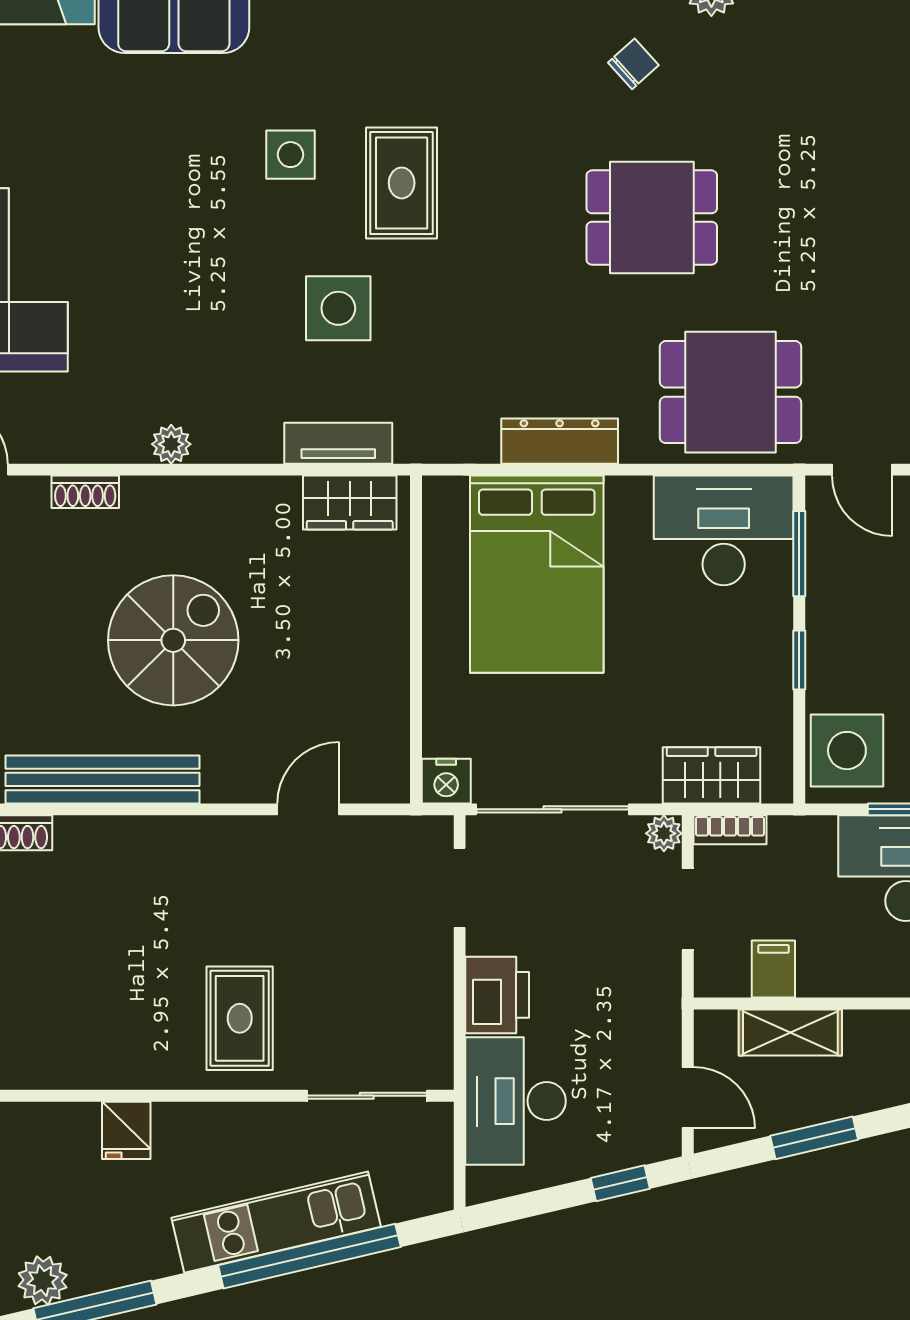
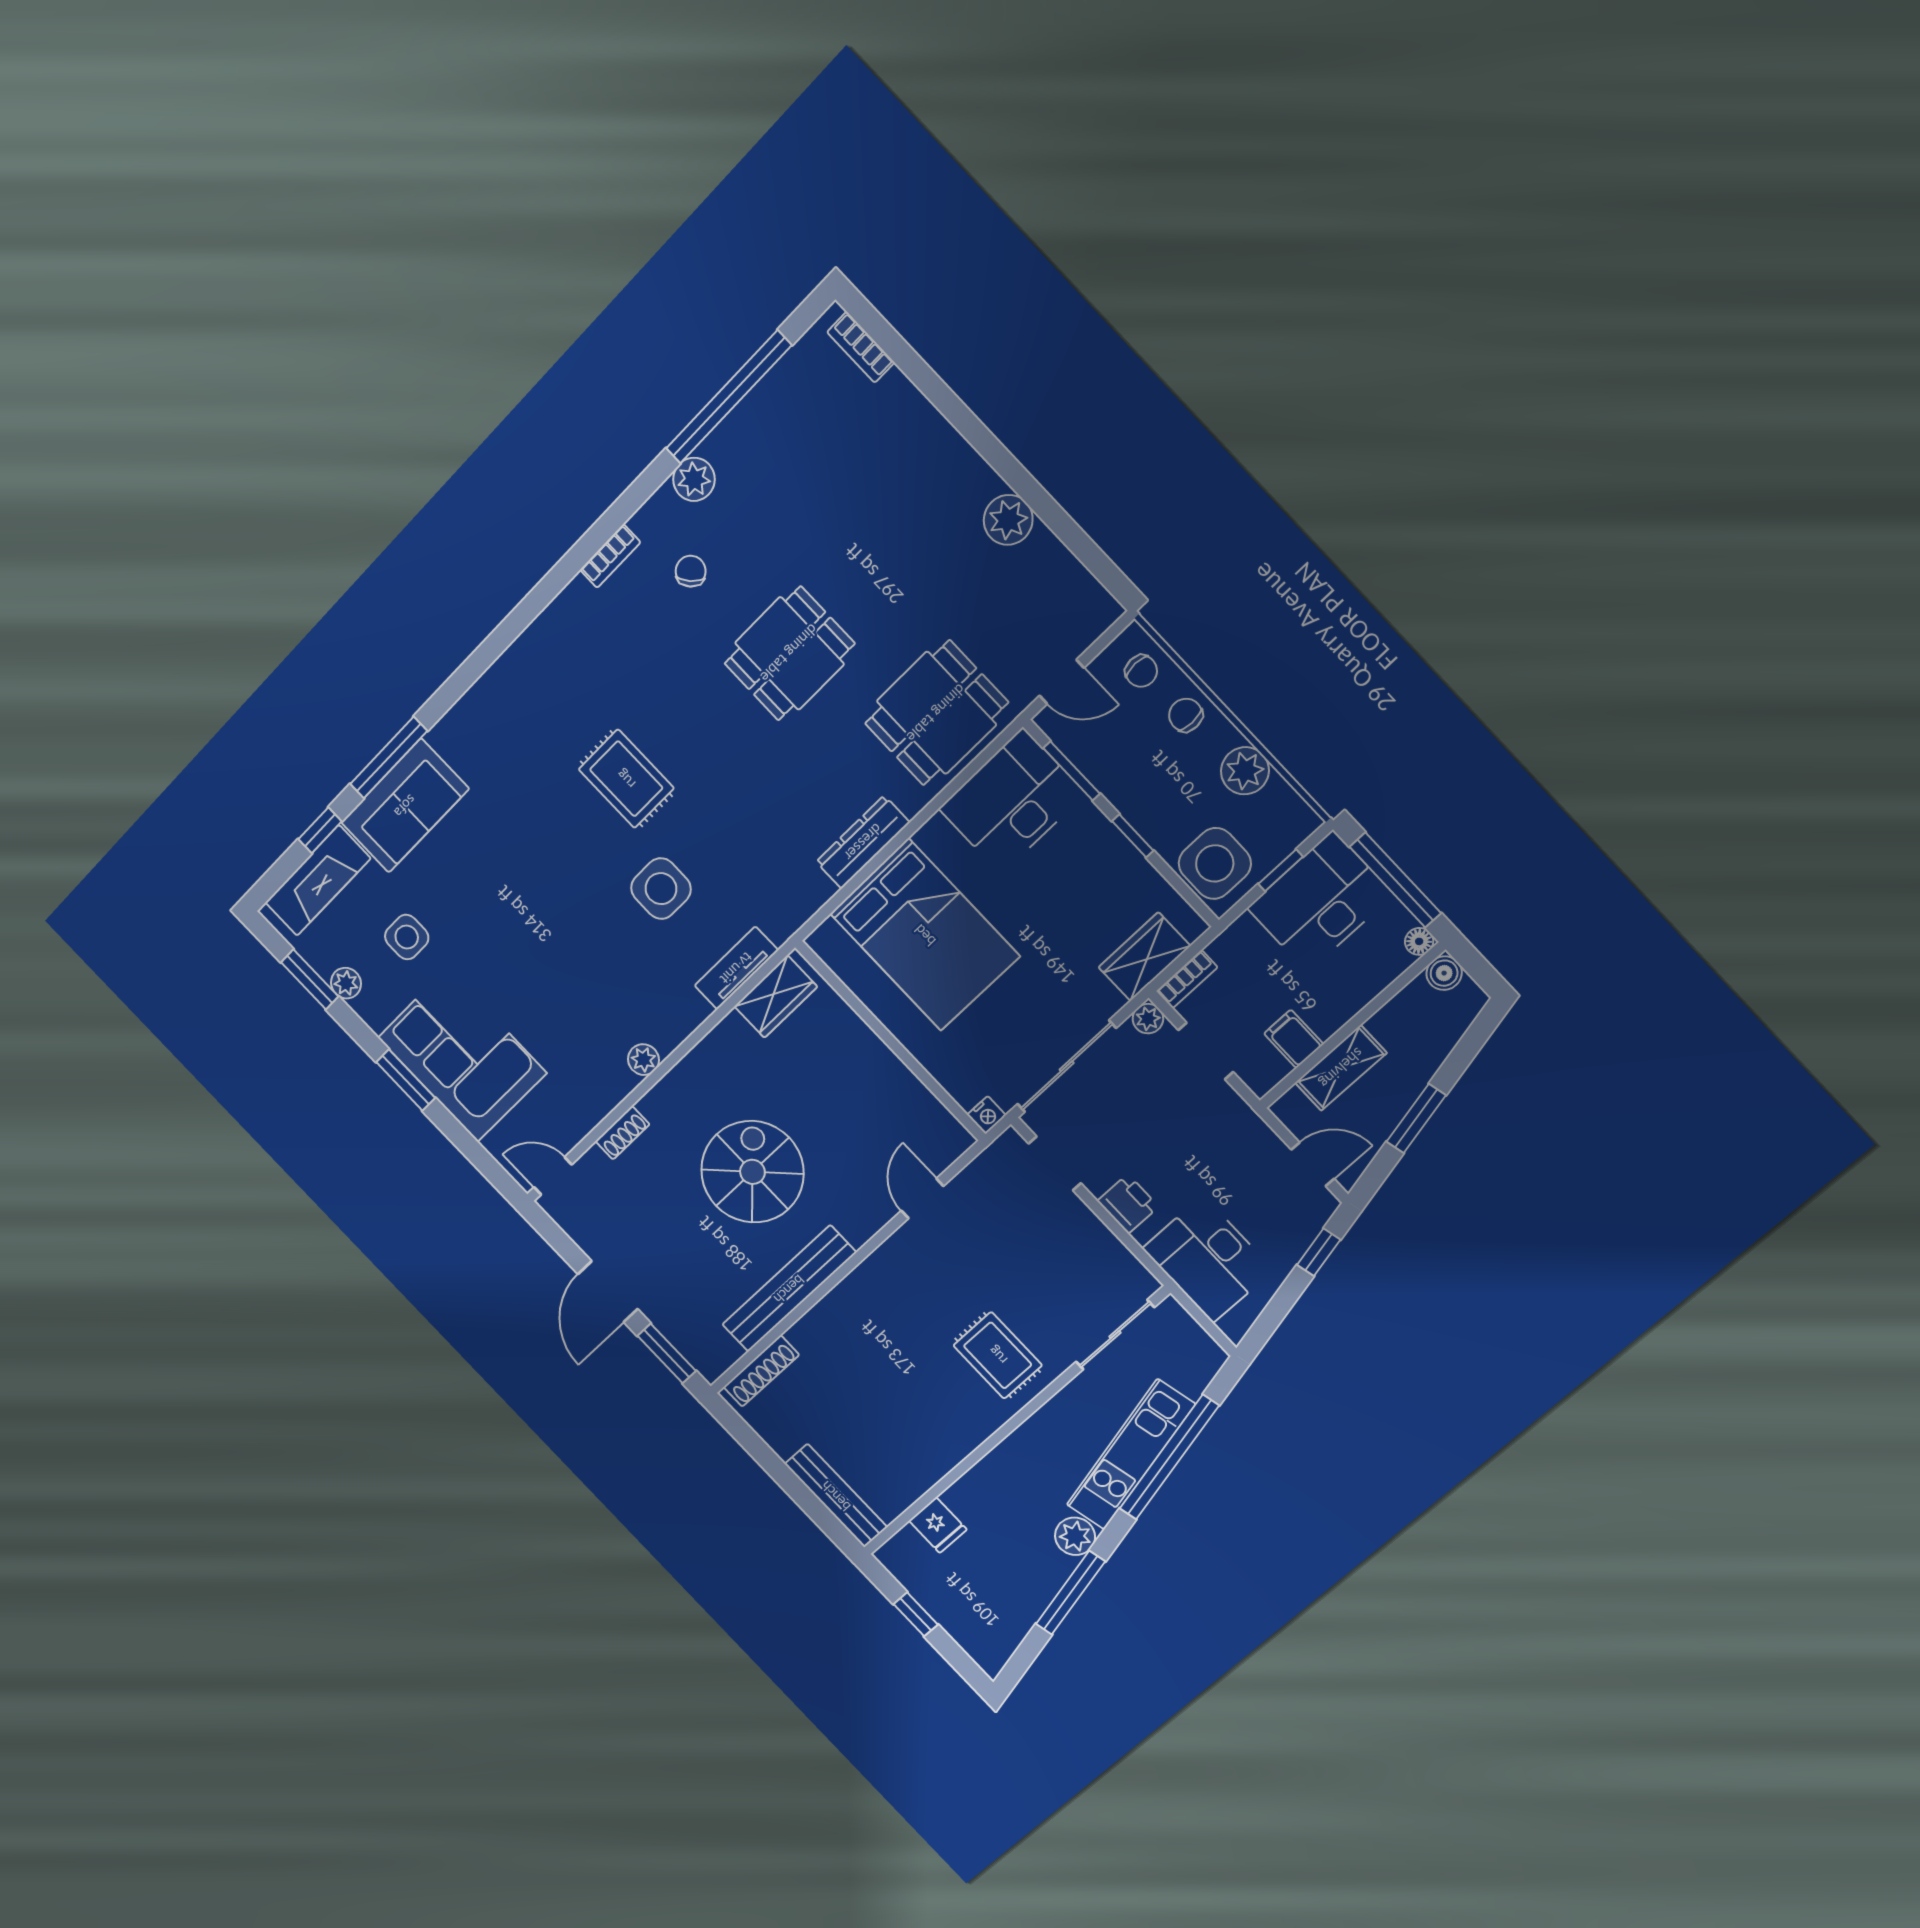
side table: (291, 155) -> (407, 937), moved
nightstand: (446, 781) -> (987, 1115), width x0.72, depth x0.74
printer: (497, 995) -> (1128, 1204), width x0.73, depth x0.81
fridge: (126, 1130) -> (938, 1525), moved
plant: (43, 1280) -> (1075, 1536), moved

